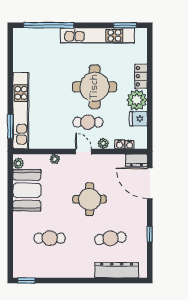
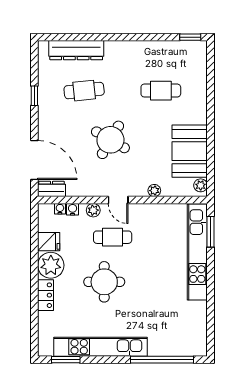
round table: (95, 87) -> (104, 282), width x0.73, depth x0.73
round table: (90, 199) -> (110, 140), turned 30

